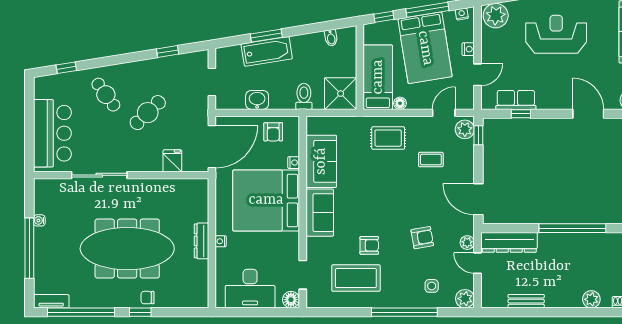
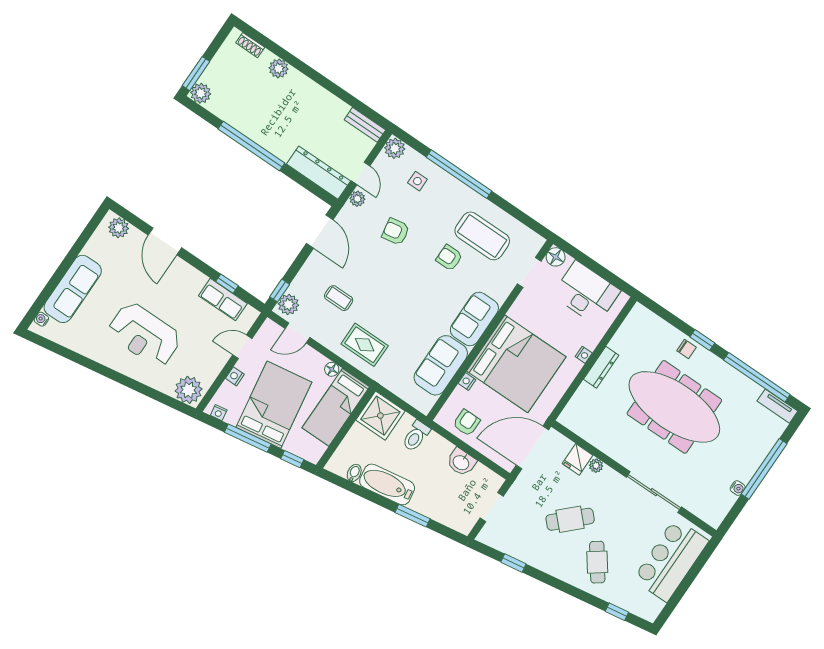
bathtub: (267, 51) -> (387, 484), moved
plant: (156, 165) -> (596, 466), added
bench: (526, 301) -> (365, 125), moved

